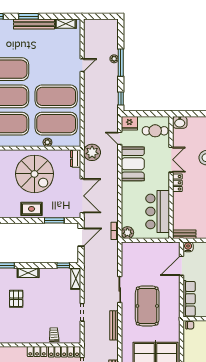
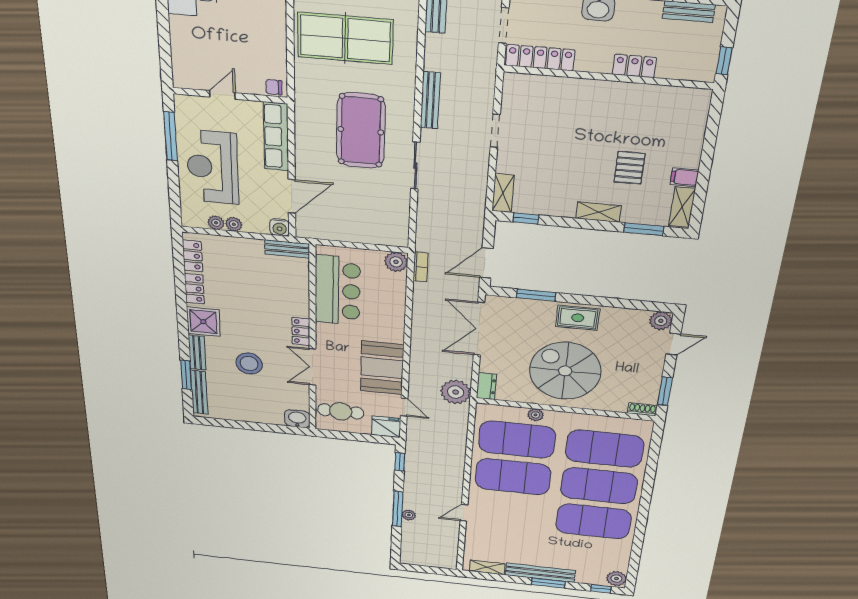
trolley: (54, 335) -> (558, 93), removed
locker: (37, 352) -> (634, 66), moved

